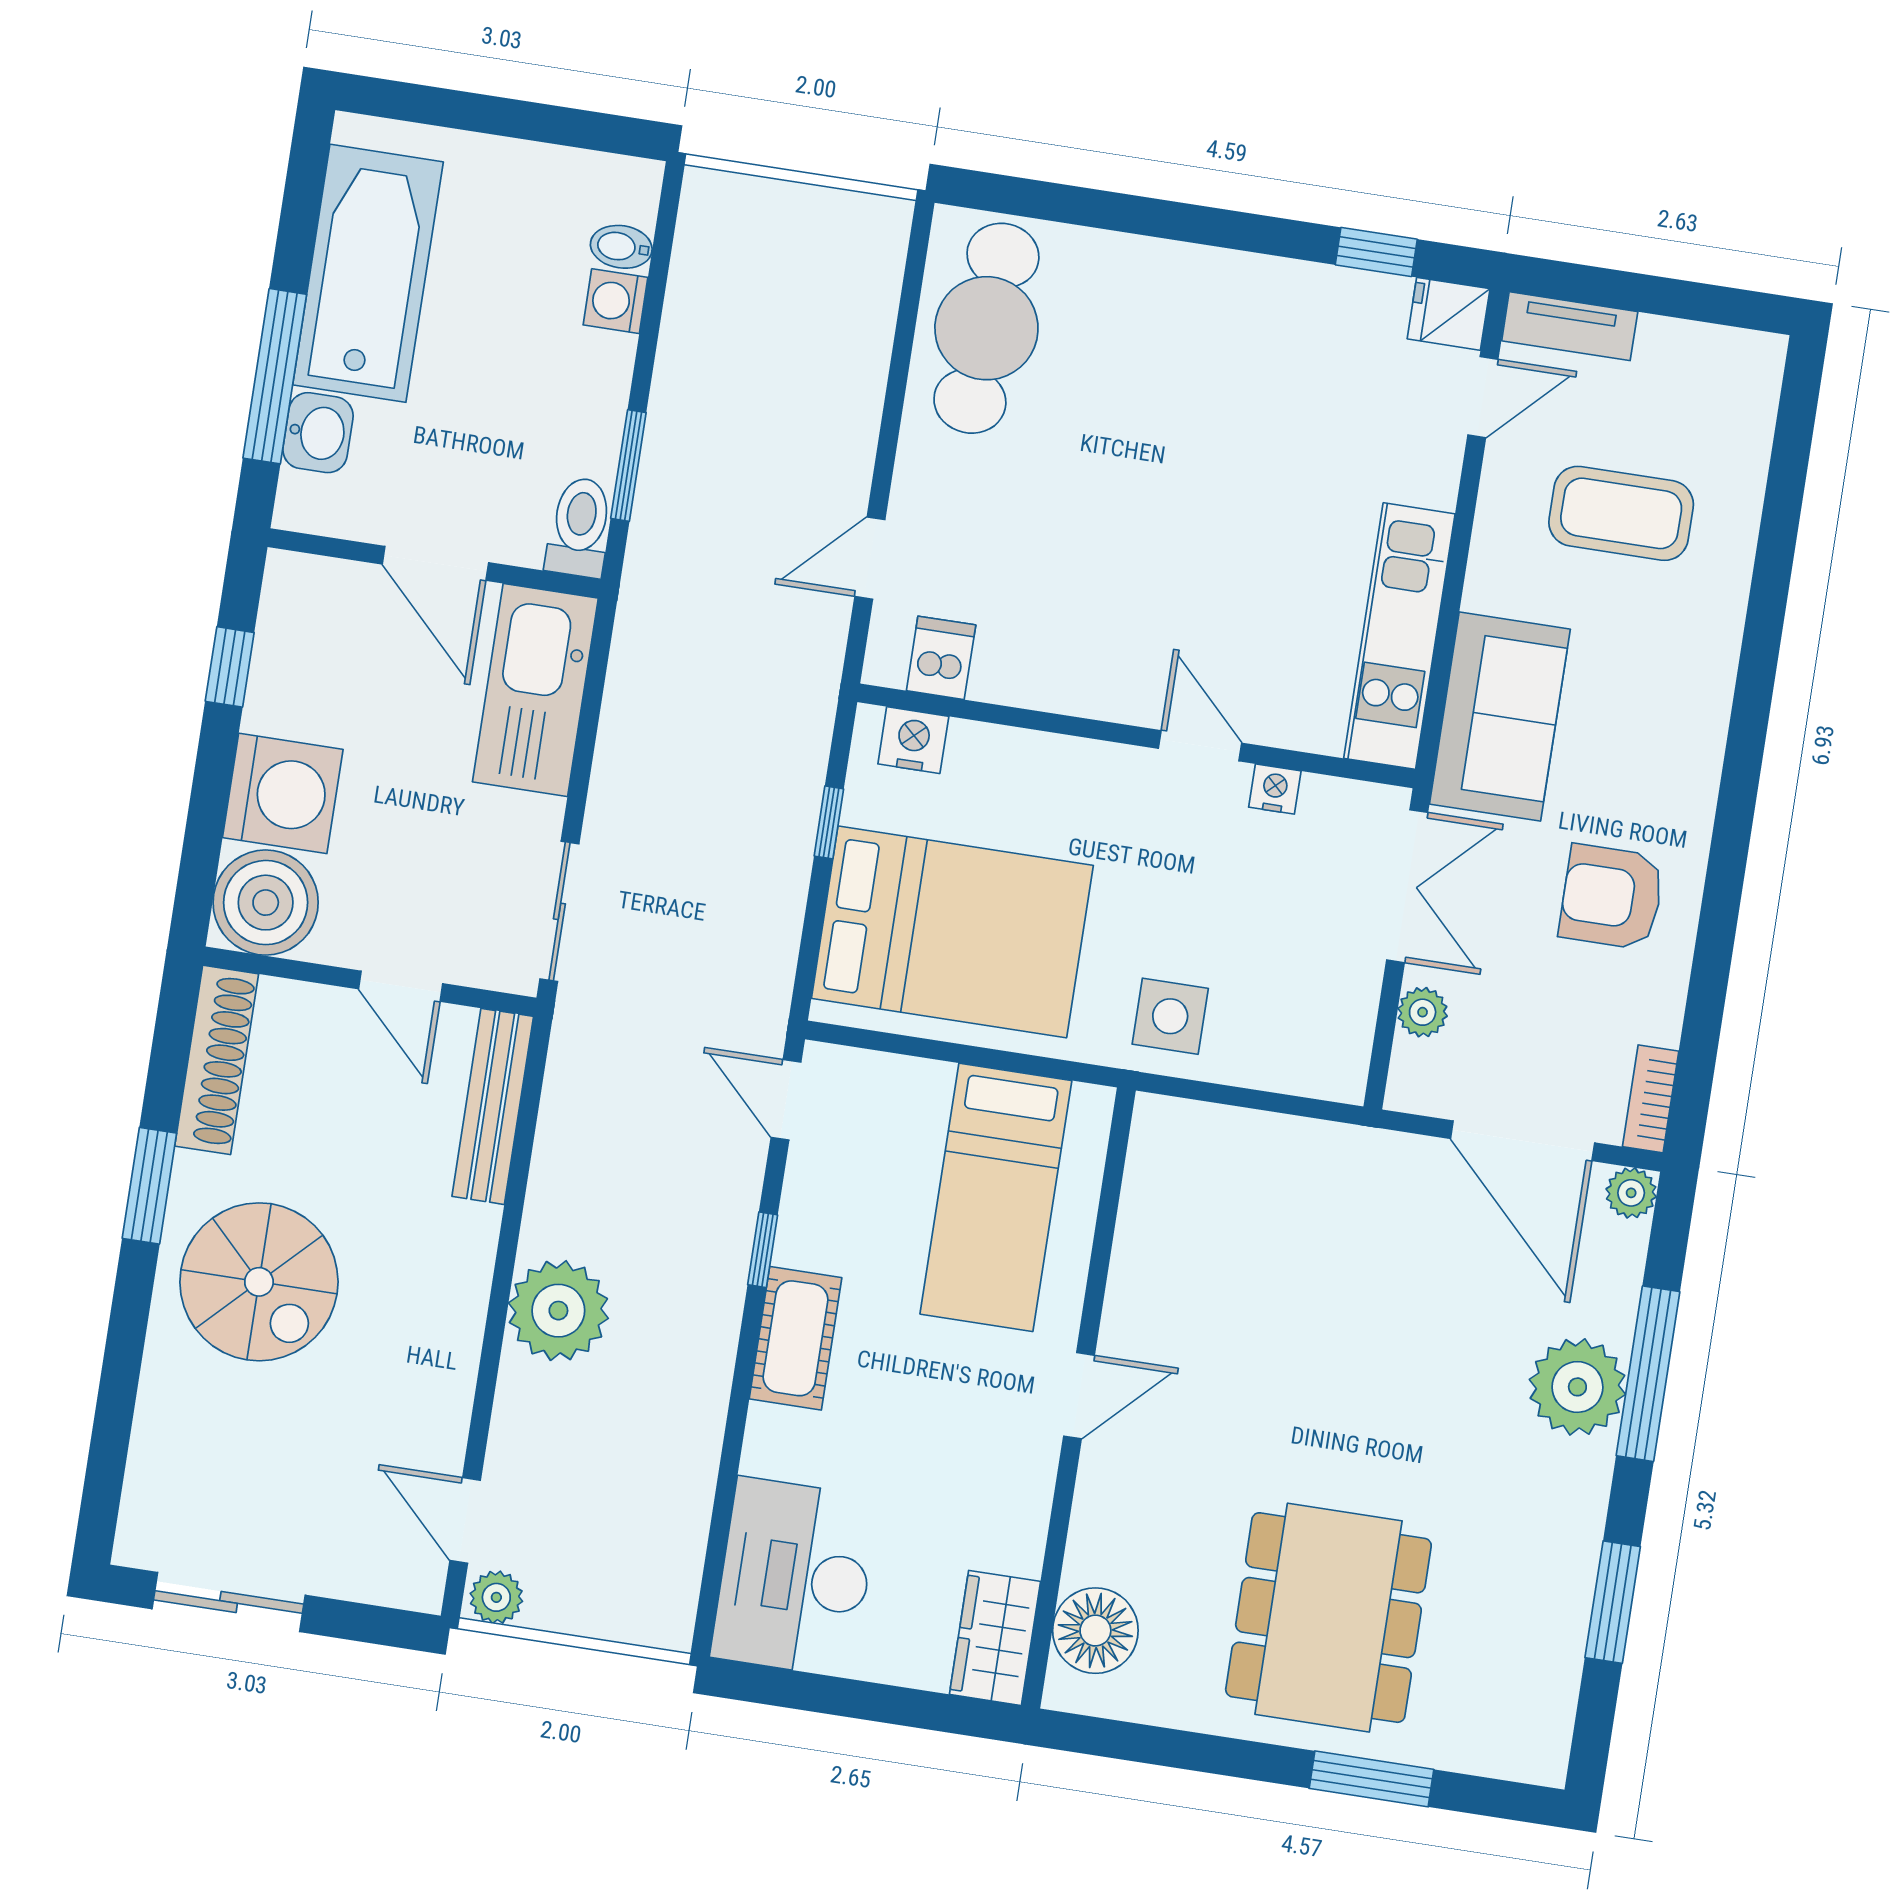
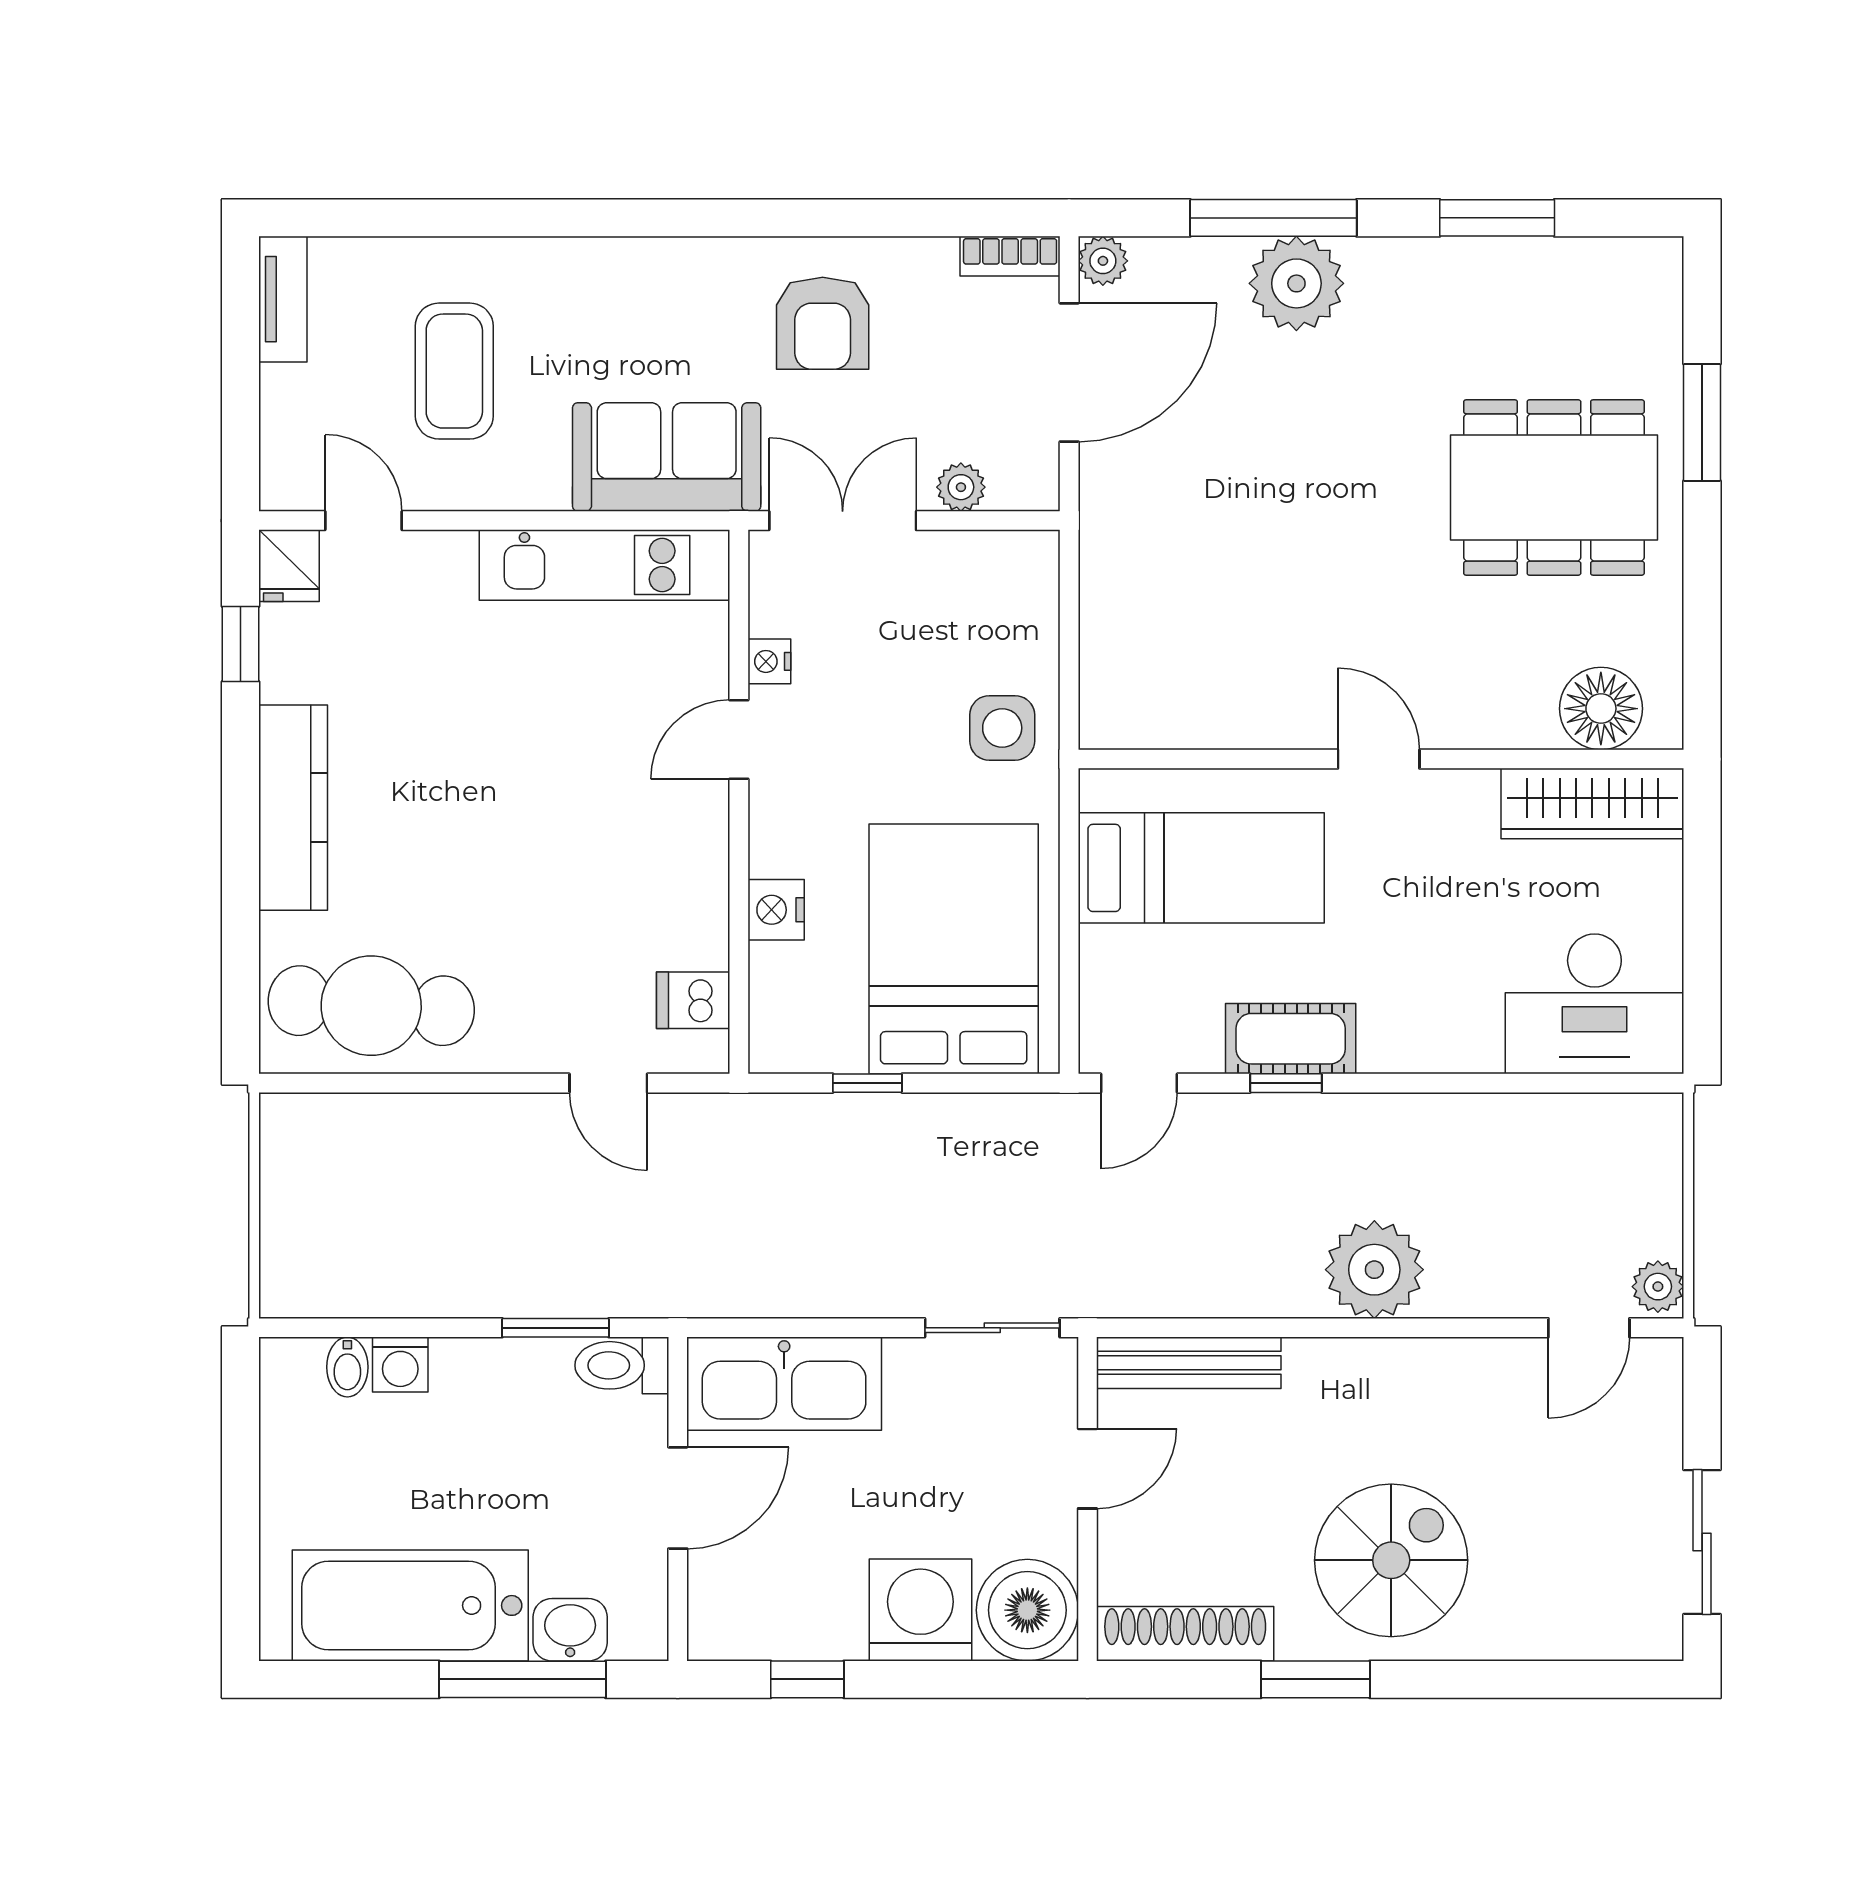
kitchen counter: (1201, 280) -> (293, 808), added
tv unit: (1570, 326) -> (283, 299), moved
nightstand: (913, 740) -> (776, 910), moved
cot: (796, 1338) -> (1291, 1039), moved
wardrobe: (995, 1638) -> (1592, 804), width x1.50

